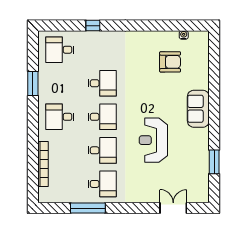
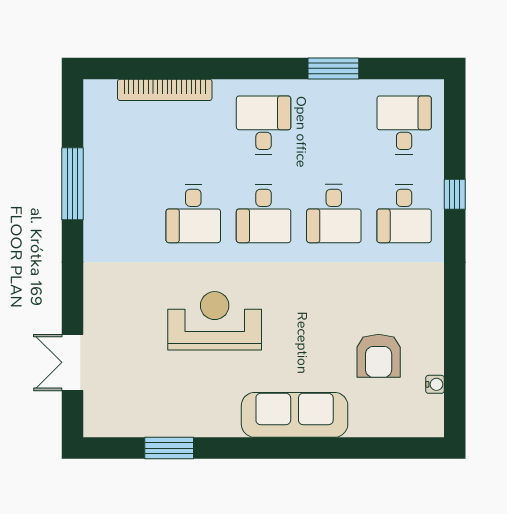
sofa: (198, 109) -> (295, 415), width x1.36
desk: (102, 184) -> (404, 214), moved
double door: (173, 208) -> (72, 362), swing flipped

